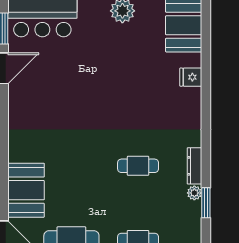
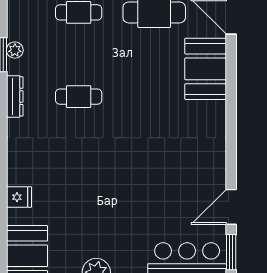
plant: (194, 193) -> (15, 50), moved

